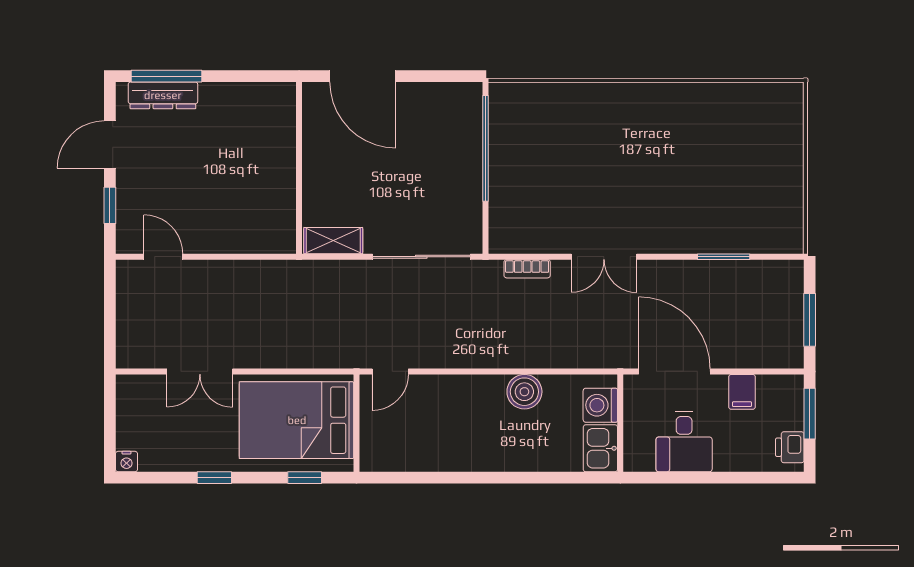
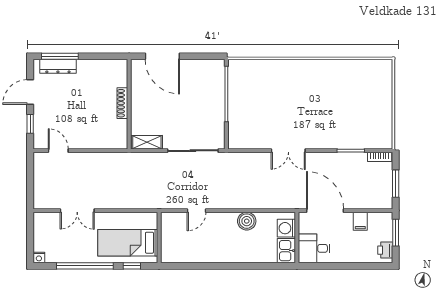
shoe rack: (286, 166) -> (122, 103), added
bookcase: (527, 269) -> (380, 157), moved
door: (390, 371) -> (196, 211), moved
bed: (297, 420) -> (128, 243), width x0.67
desk: (684, 442) -> (314, 248), moved, turned 90
window: (214, 478) -> (85, 266), width x3.17

